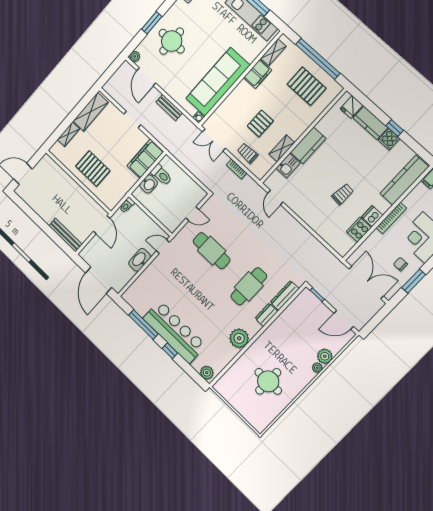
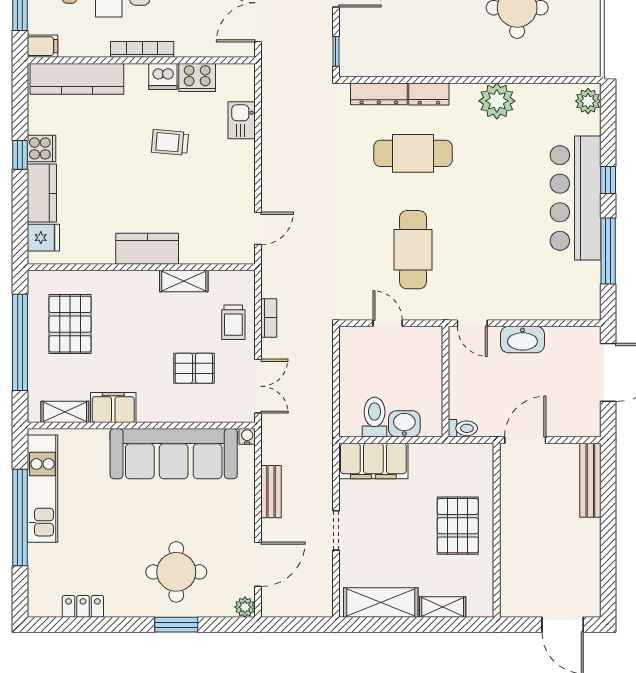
pallet: (260, 123) -> (194, 368), moved
kitchen sink: (288, 166) -> (242, 120), moved, turned -90

